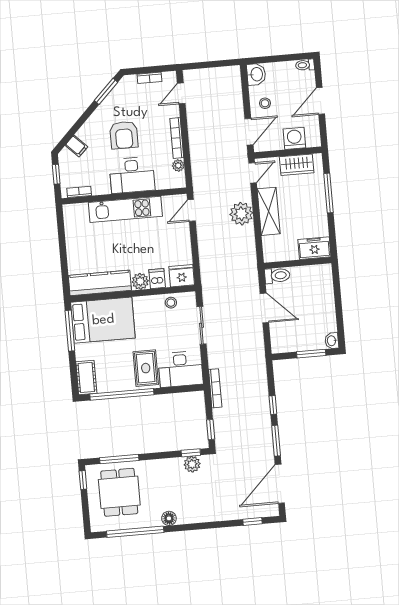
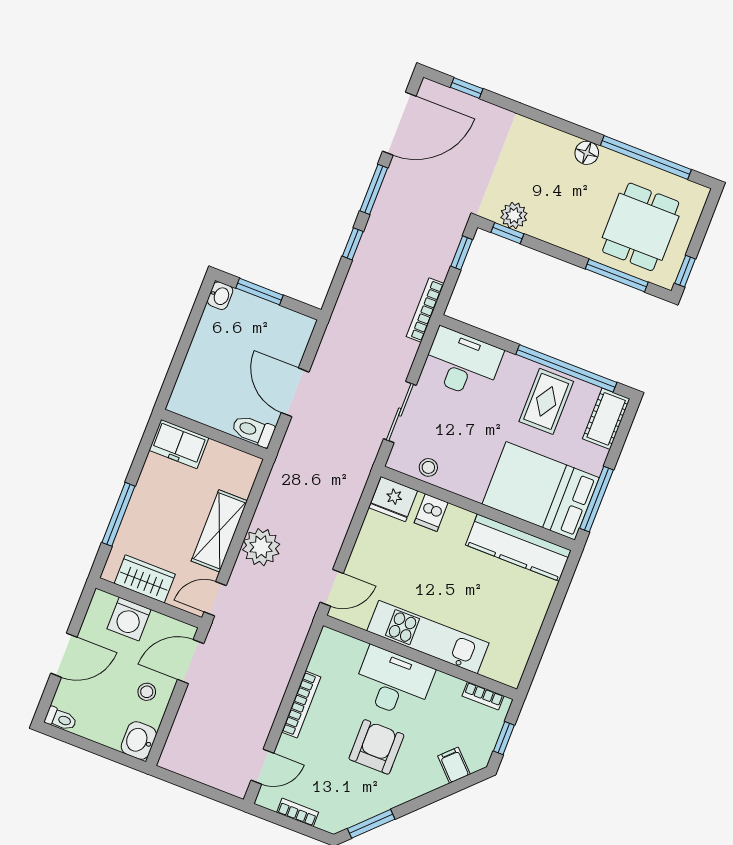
plant: (178, 165) -> (319, 663), removed
plant: (140, 281) -> (458, 521), removed
rug: (146, 368) -> (546, 401), moved

